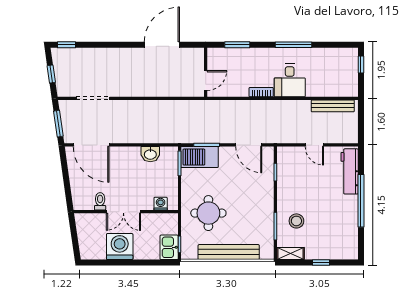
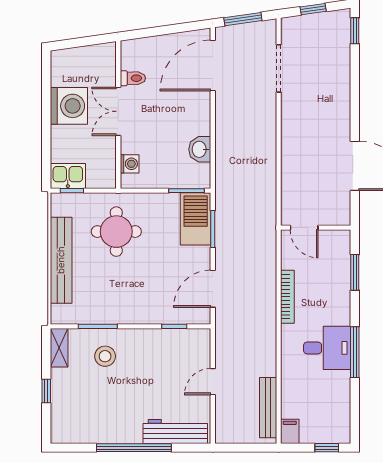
desk: (290, 80) -> (327, 348), moved, turned 180
filing cabinet: (349, 91) -> (290, 431), added
bookcase: (261, 92) -> (287, 297), width x1.56

